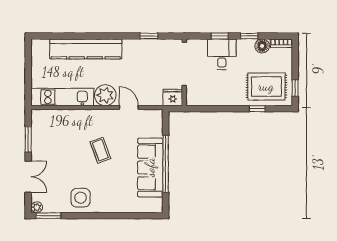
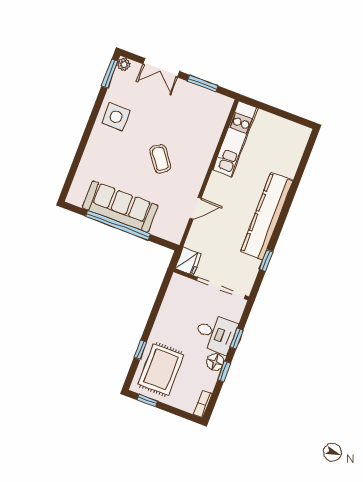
floor lamp: (262, 46) -> (215, 362), moved
kitchen counter: (86, 49) -> (267, 216), moved
plant: (105, 95) -> (219, 187), removed
coffee table: (100, 150) -> (160, 159), turned 74

